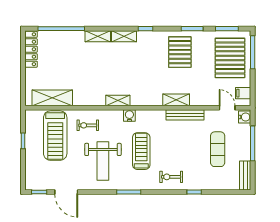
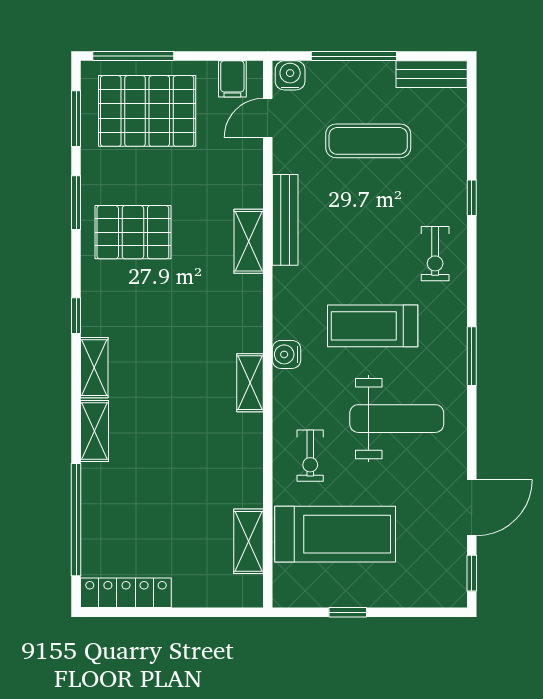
shelving: (52, 98) -> (249, 541), width x0.67, depth x0.75

